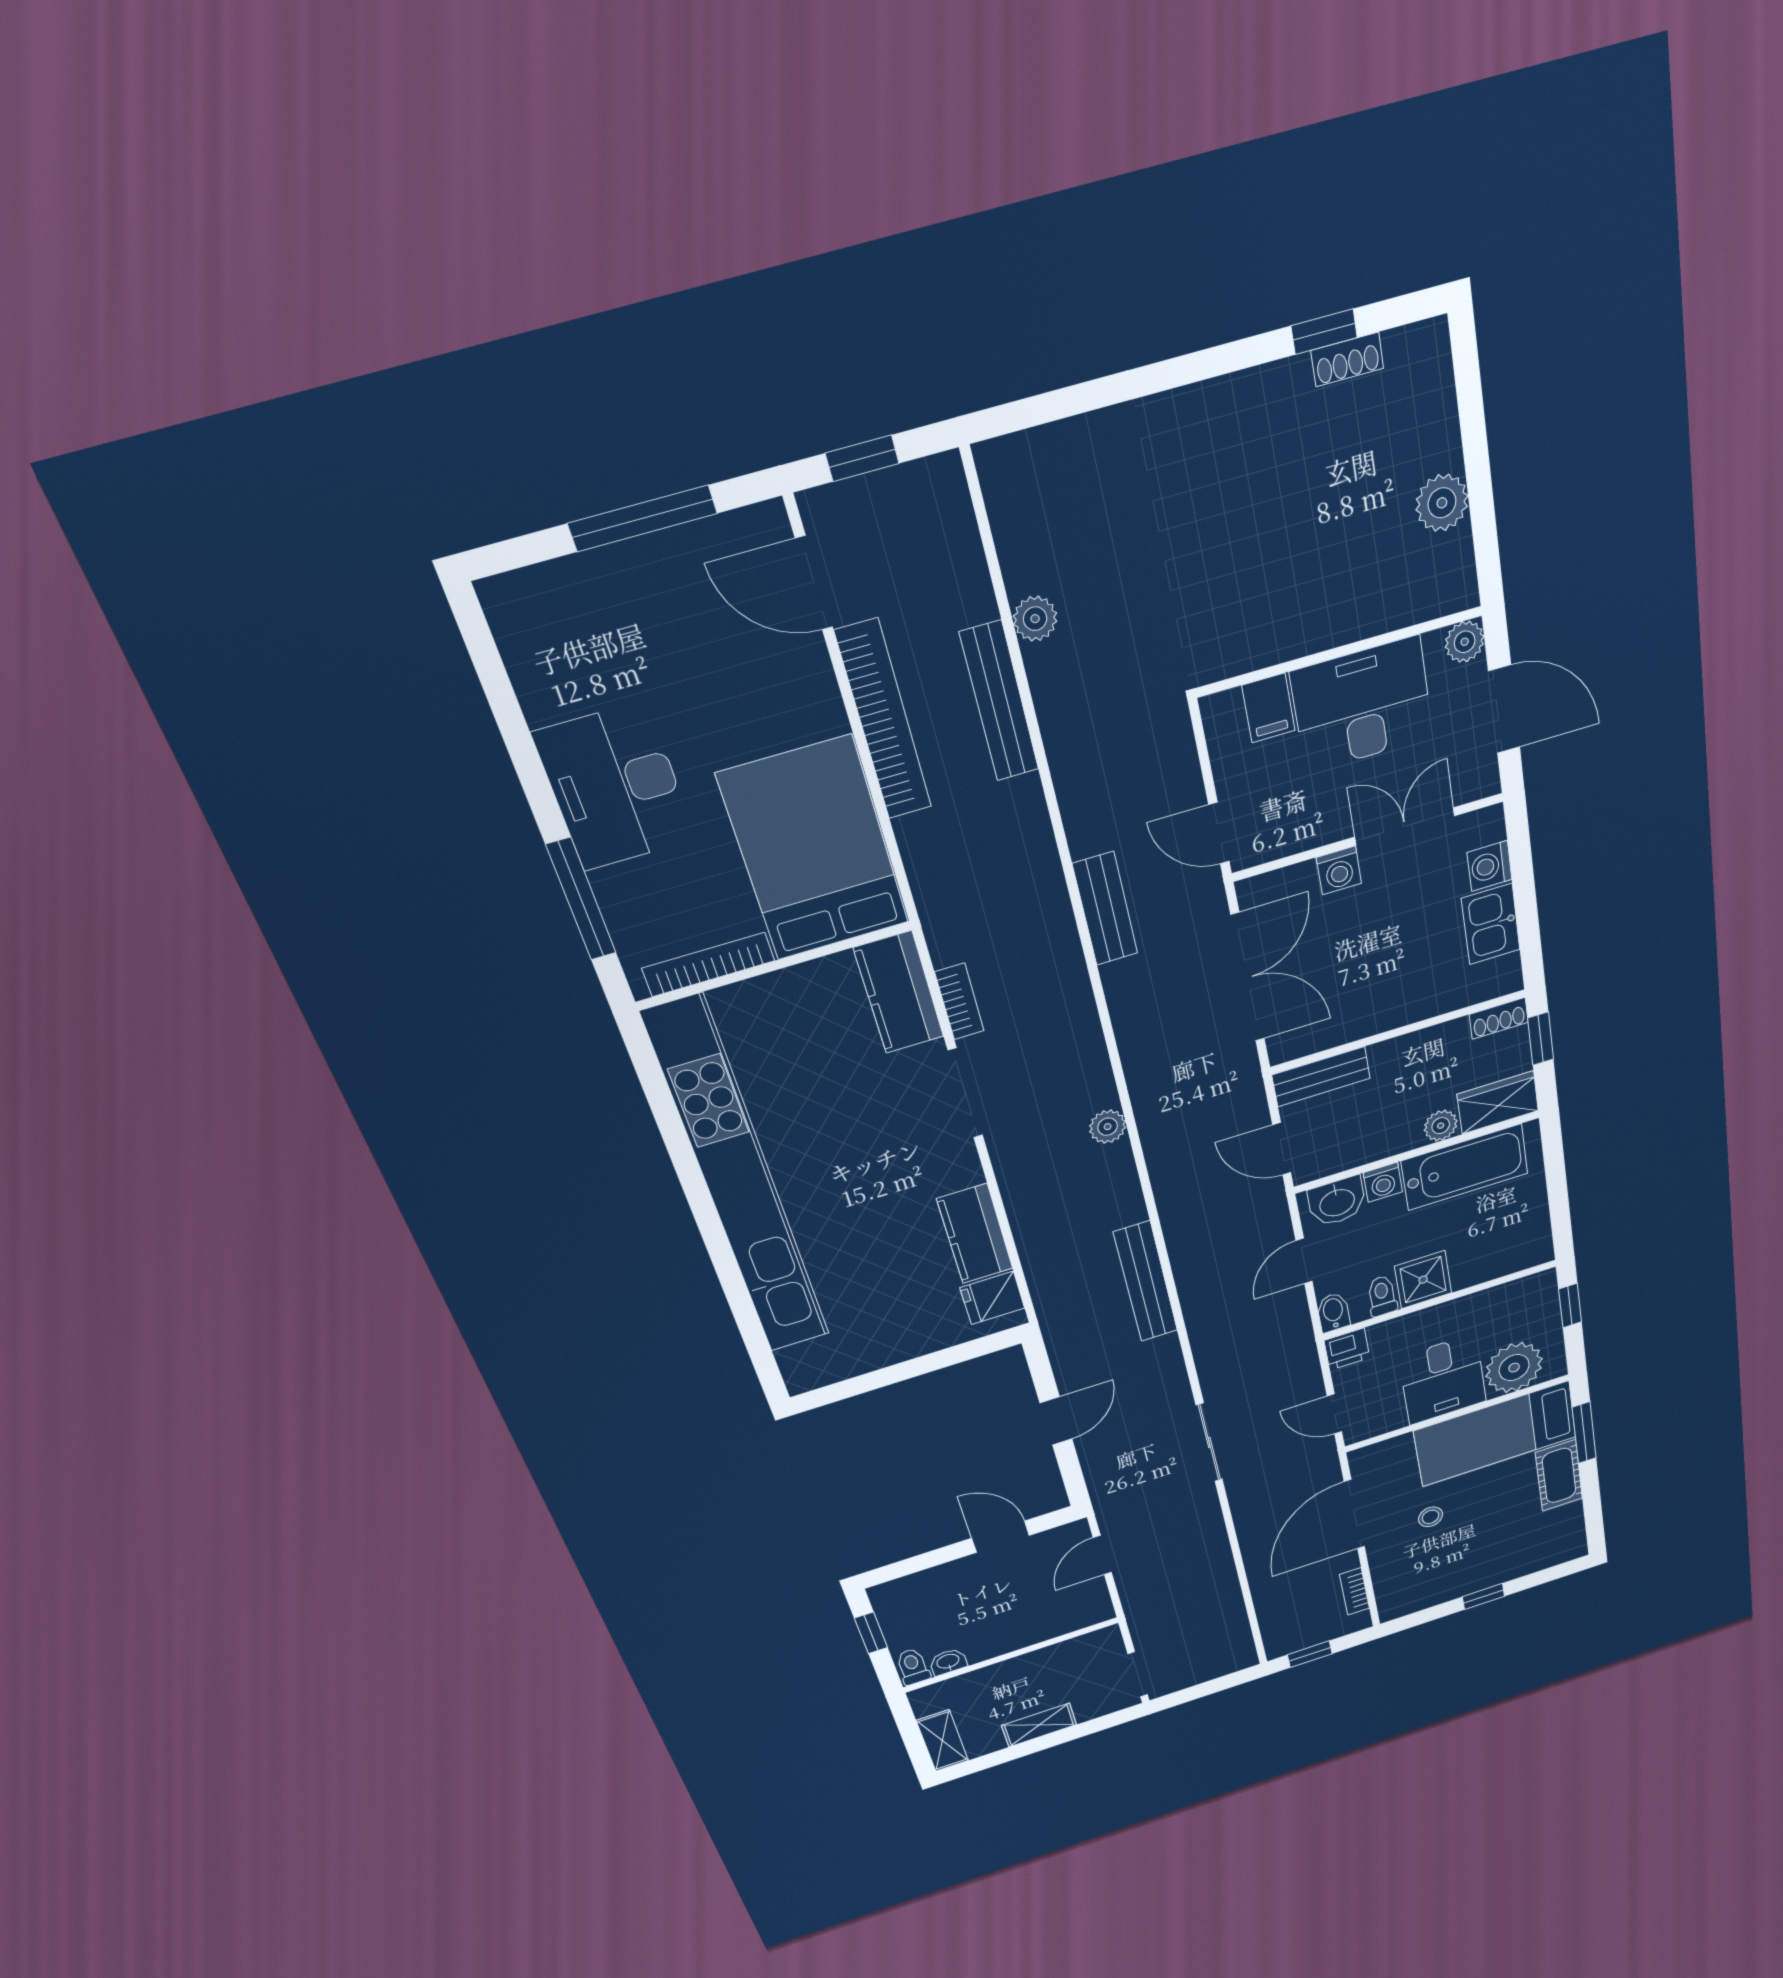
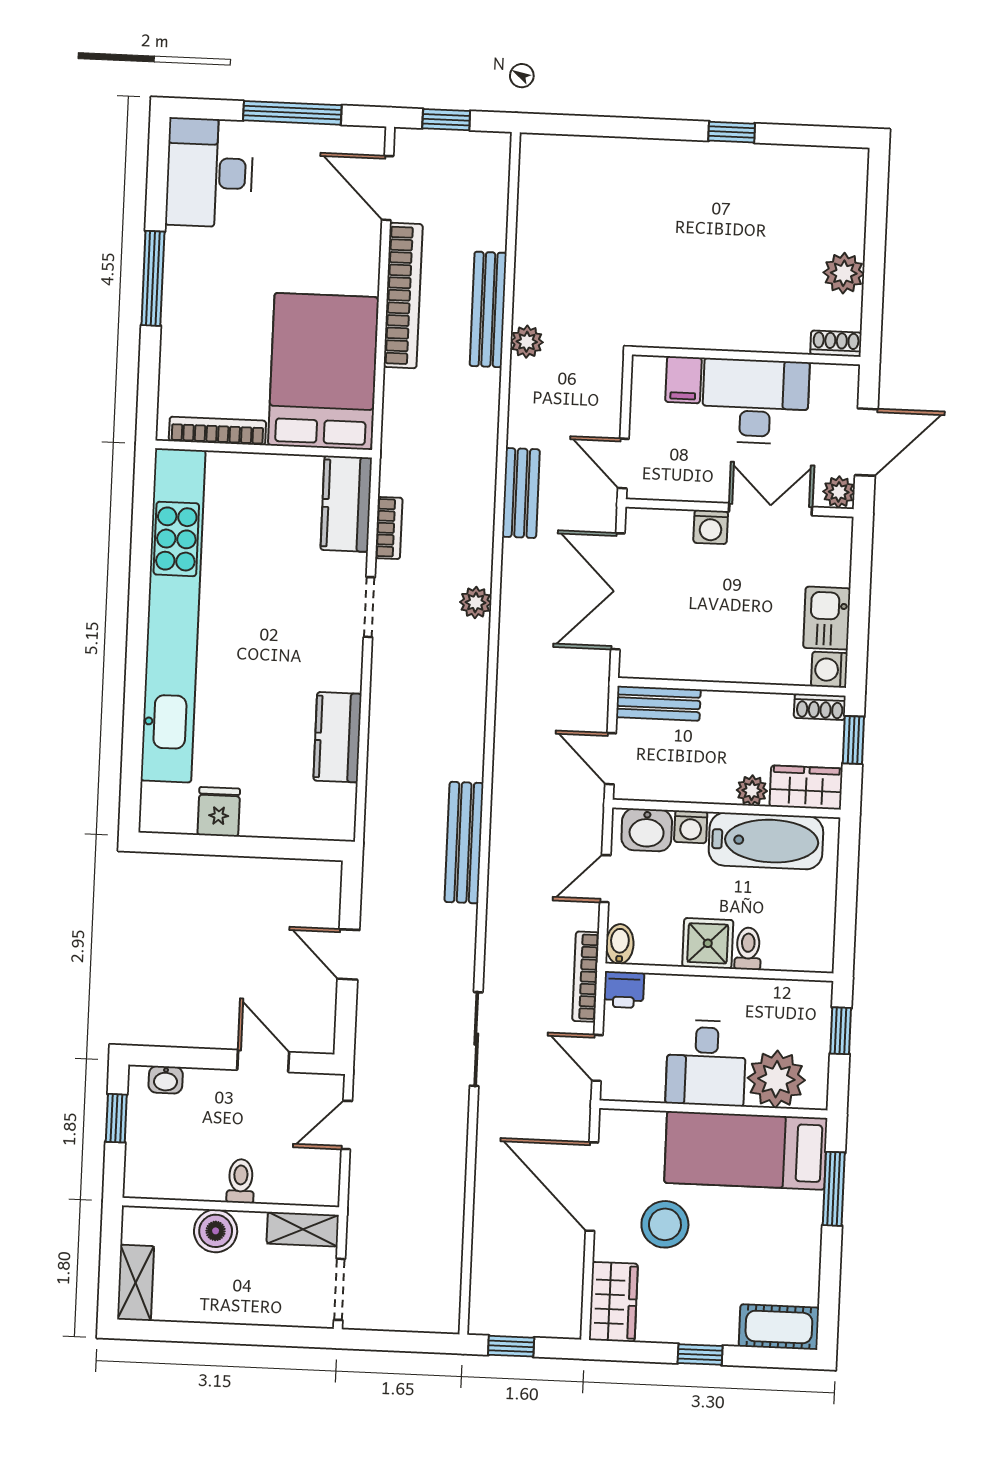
window: (1324, 332) -> (732, 132), moved
shoe rack: (1347, 359) -> (836, 344), moved, turned 180
plant: (1035, 619) -> (527, 342), moved
plant: (1465, 642) -> (839, 492), moved
door: (1504, 709) -> (866, 442), hinge flipped
desk: (615, 787) -> (209, 173), moved
washing machine: (1489, 866) -> (829, 670), moved
window: (581, 899) -> (153, 278), moved
double door: (1248, 977) -> (618, 591), swing flipped
doorway: (965, 1093) -> (369, 607), width x0.73
plant: (1108, 1127) -> (476, 602), moved
toilet: (1382, 1296) -> (748, 949), moved
fridge: (992, 1298) -> (219, 812), moved, turned 90
door: (1056, 1421) -> (348, 954), swing flipped
cot: (1559, 1475) -> (779, 1327), moved, turned 90
door: (1354, 1514) -> (592, 1187), hinge flipped
stool: (1431, 1517) -> (665, 1224), width x1.89, depth x1.89
wardrobe: (1396, 1589) -> (613, 1302), added
bookcase: (1354, 1591) -> (586, 977), moved, width x1.56
washbasin: (948, 1662) -> (166, 1080), moved, turned 180
toilet: (913, 1667) -> (241, 1181), moved
boiler: (1004, 1677) -> (216, 1231), added
shelving: (1039, 1725) -> (303, 1229), moved

